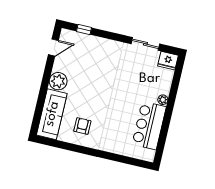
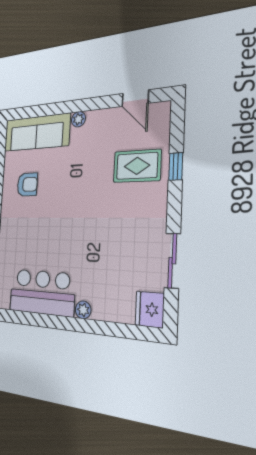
window: (84, 29) -> (176, 166), moved
rug: (91, 54) -> (137, 166), added
plant: (58, 81) -> (78, 119), width x0.53, depth x0.53

